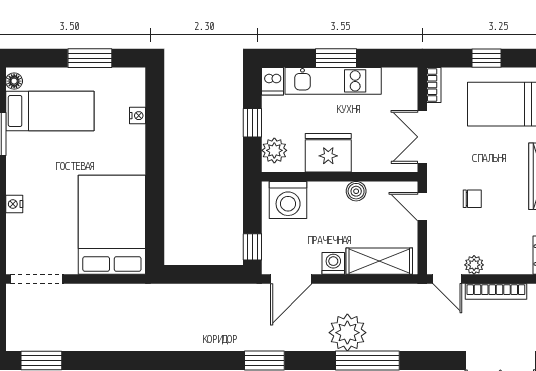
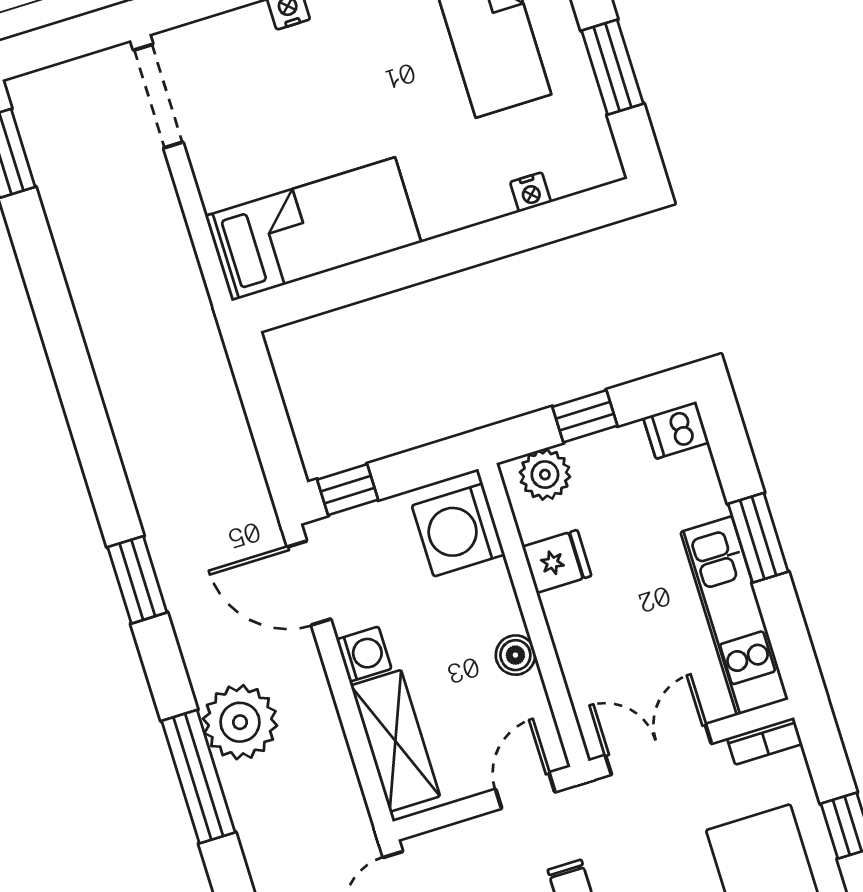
kitchen unit: (333, 81) -> (734, 616), moved
fridge: (328, 153) -> (557, 561), width x0.53, depth x0.75
bed: (112, 225) -> (313, 229), width x0.67

